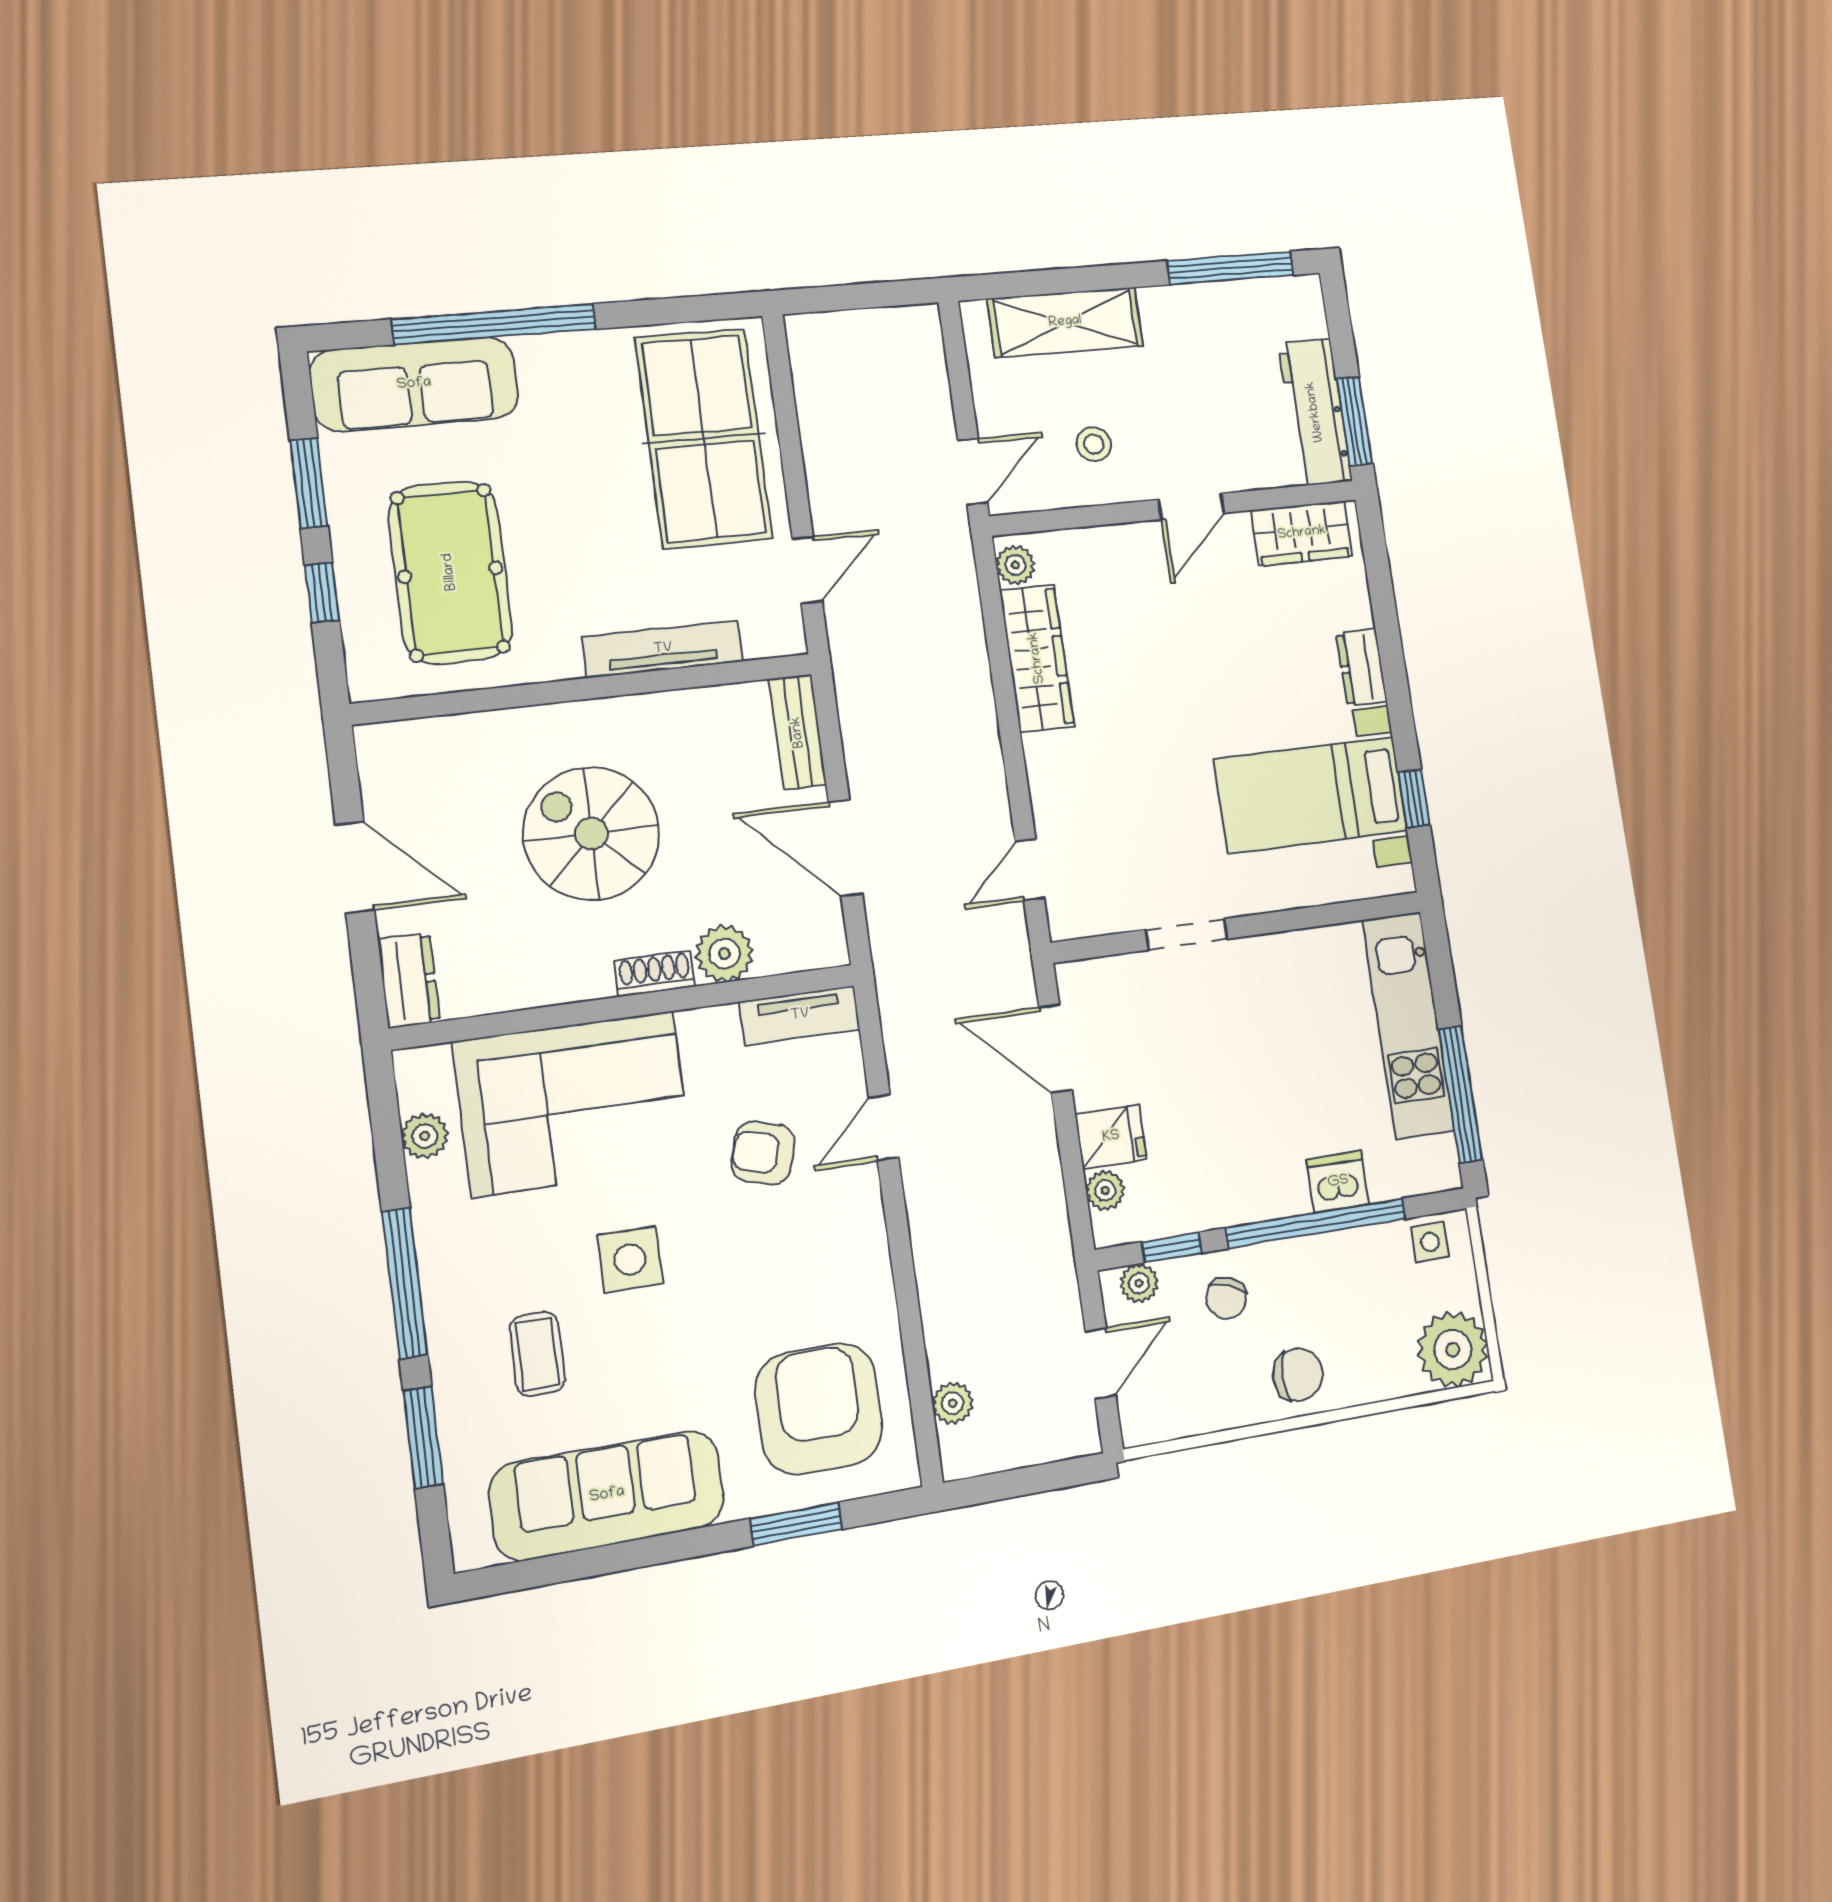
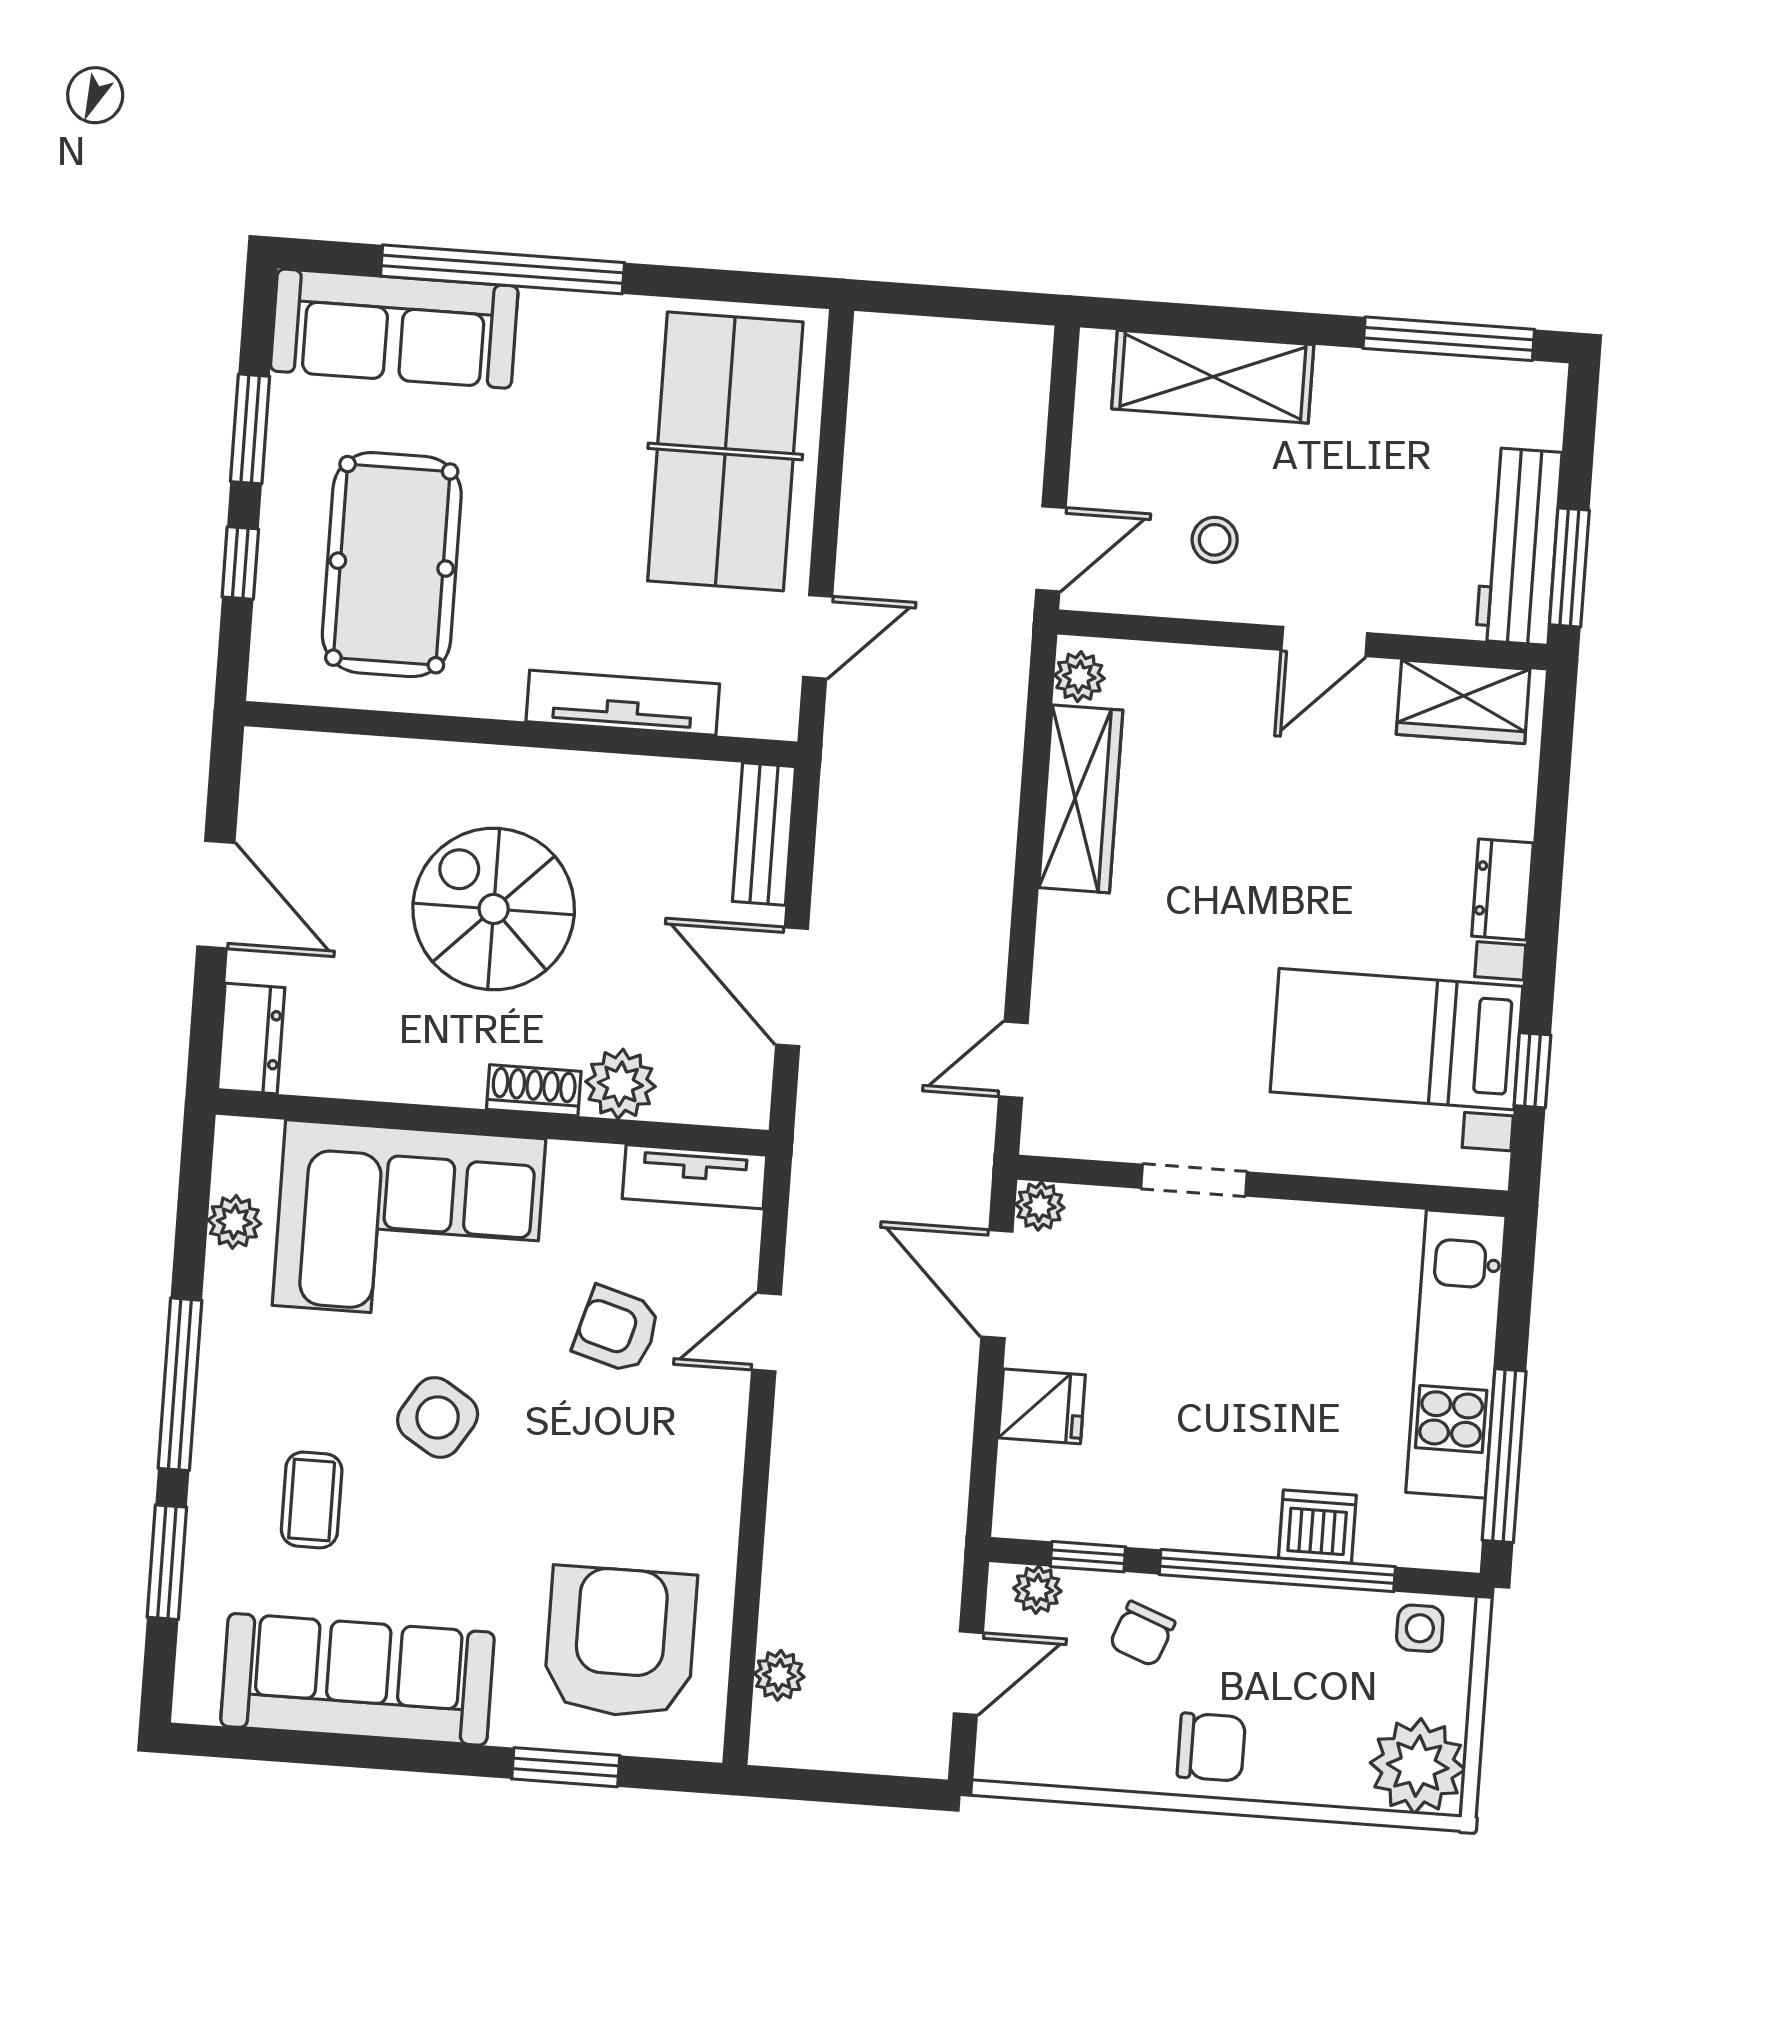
plant: (1105, 1190) -> (1040, 1206), moved
side table: (630, 1260) -> (438, 1417), turned 32

